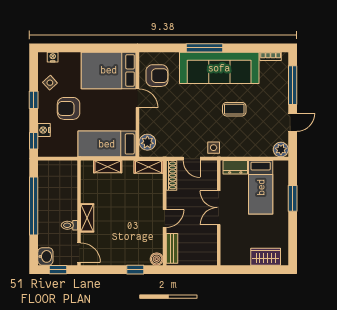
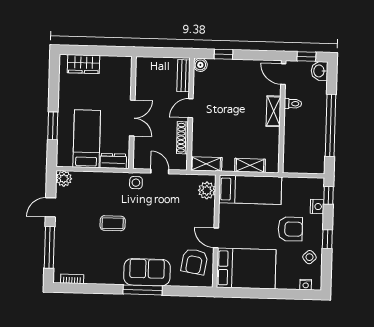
sofa: (219, 68) -> (147, 272), width x0.54, depth x0.79
armchair: (157, 76) -> (194, 262), turned -81
shoe rack: (171, 175) -> (182, 138), moved

